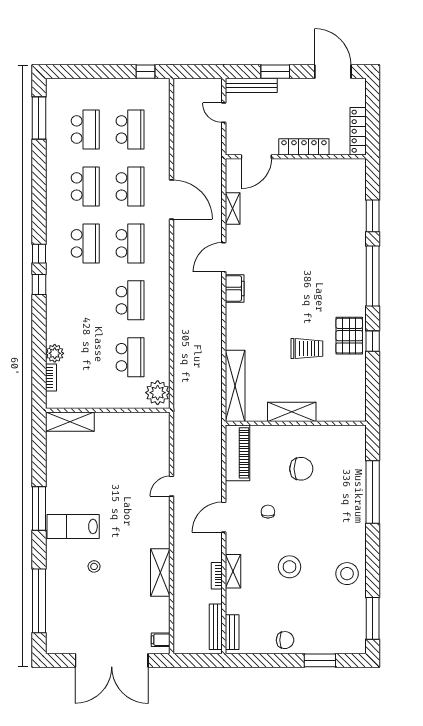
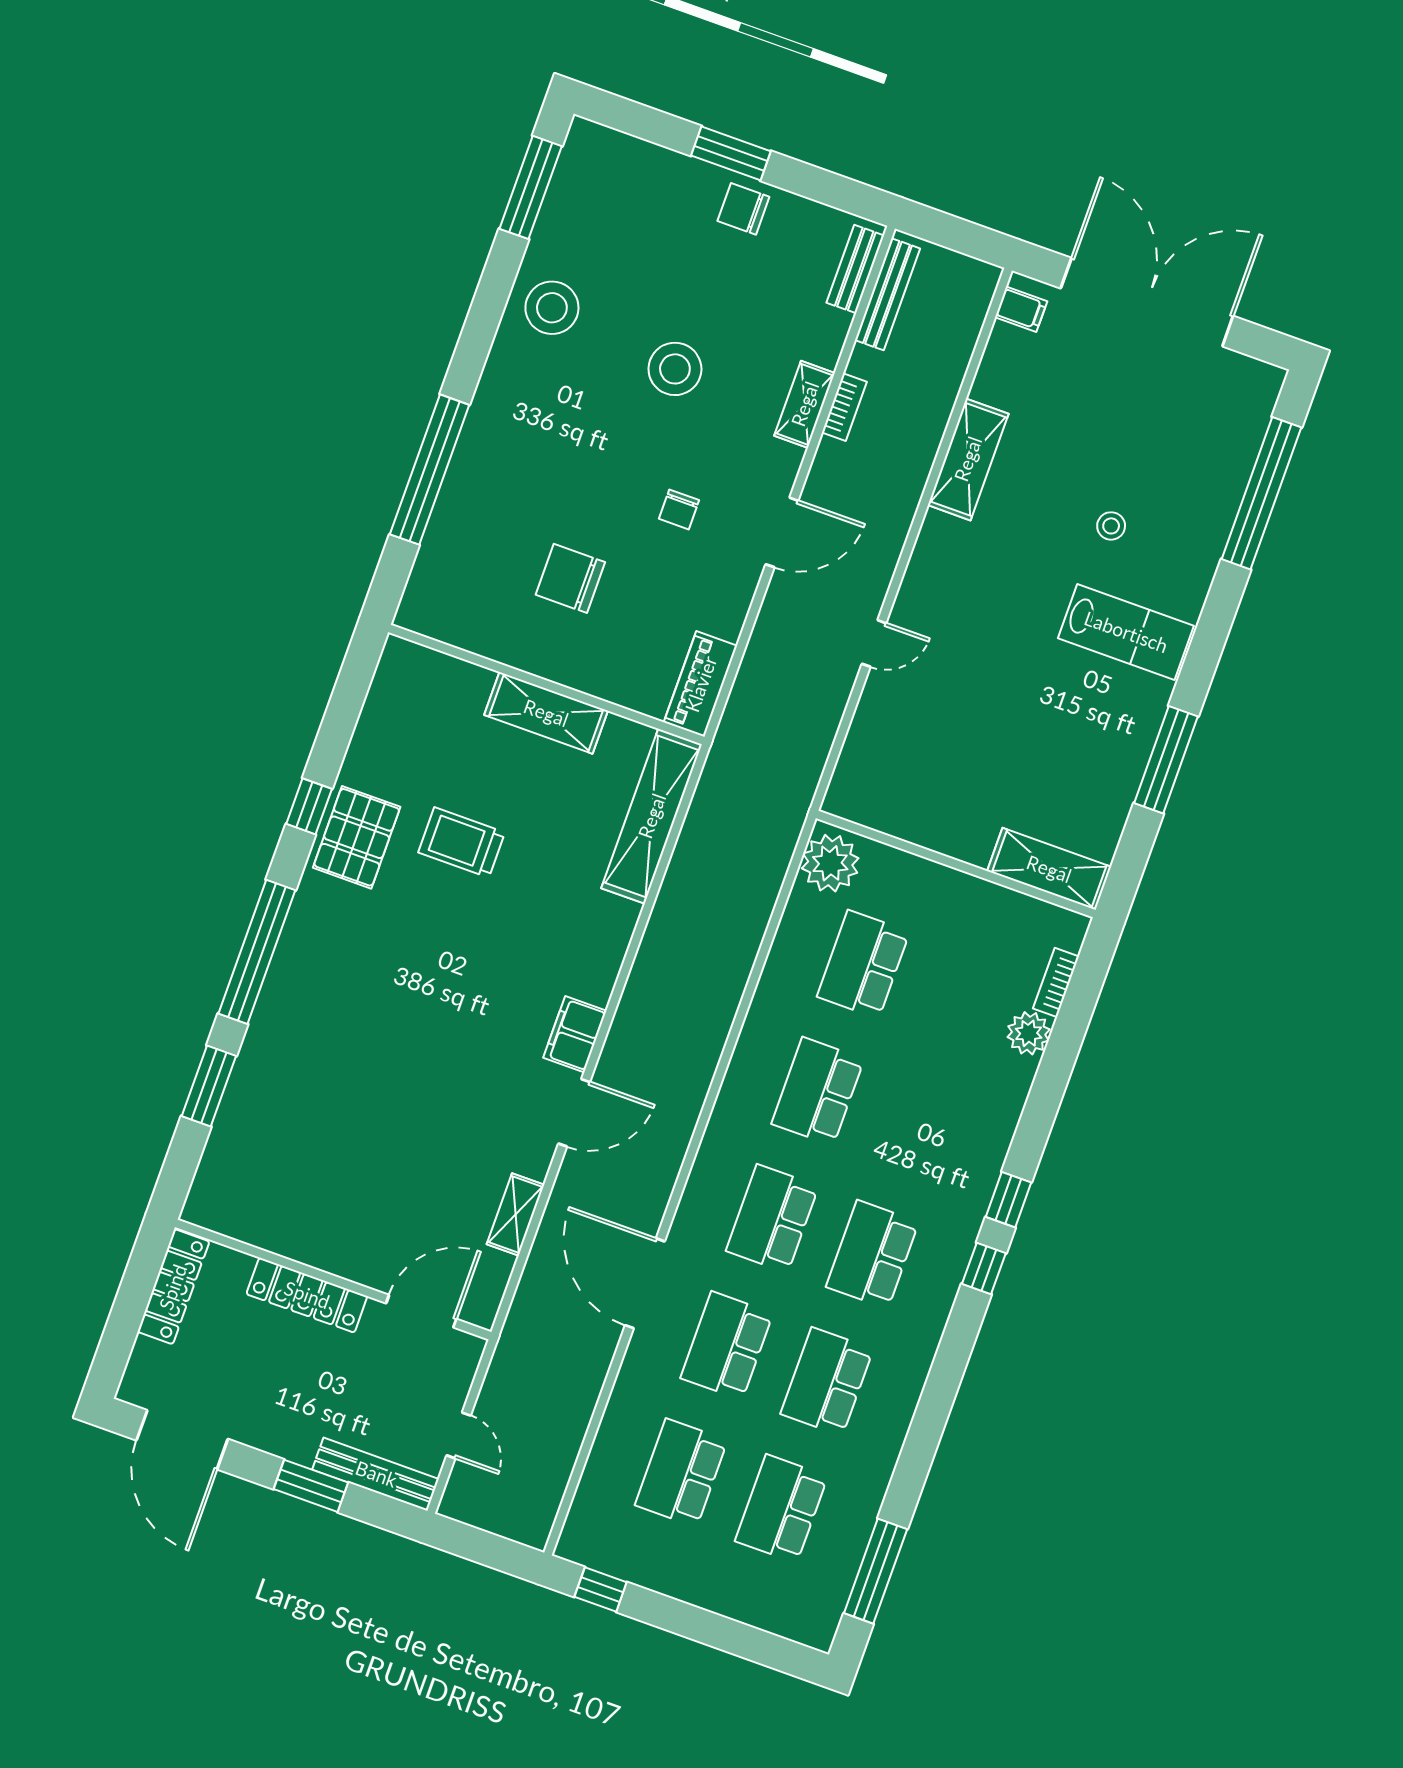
piano: (238, 453) -> (701, 684), width x0.73, depth x0.75
window: (39, 508) -> (1166, 760), moved
window: (320, 660) -> (731, 153), moved

